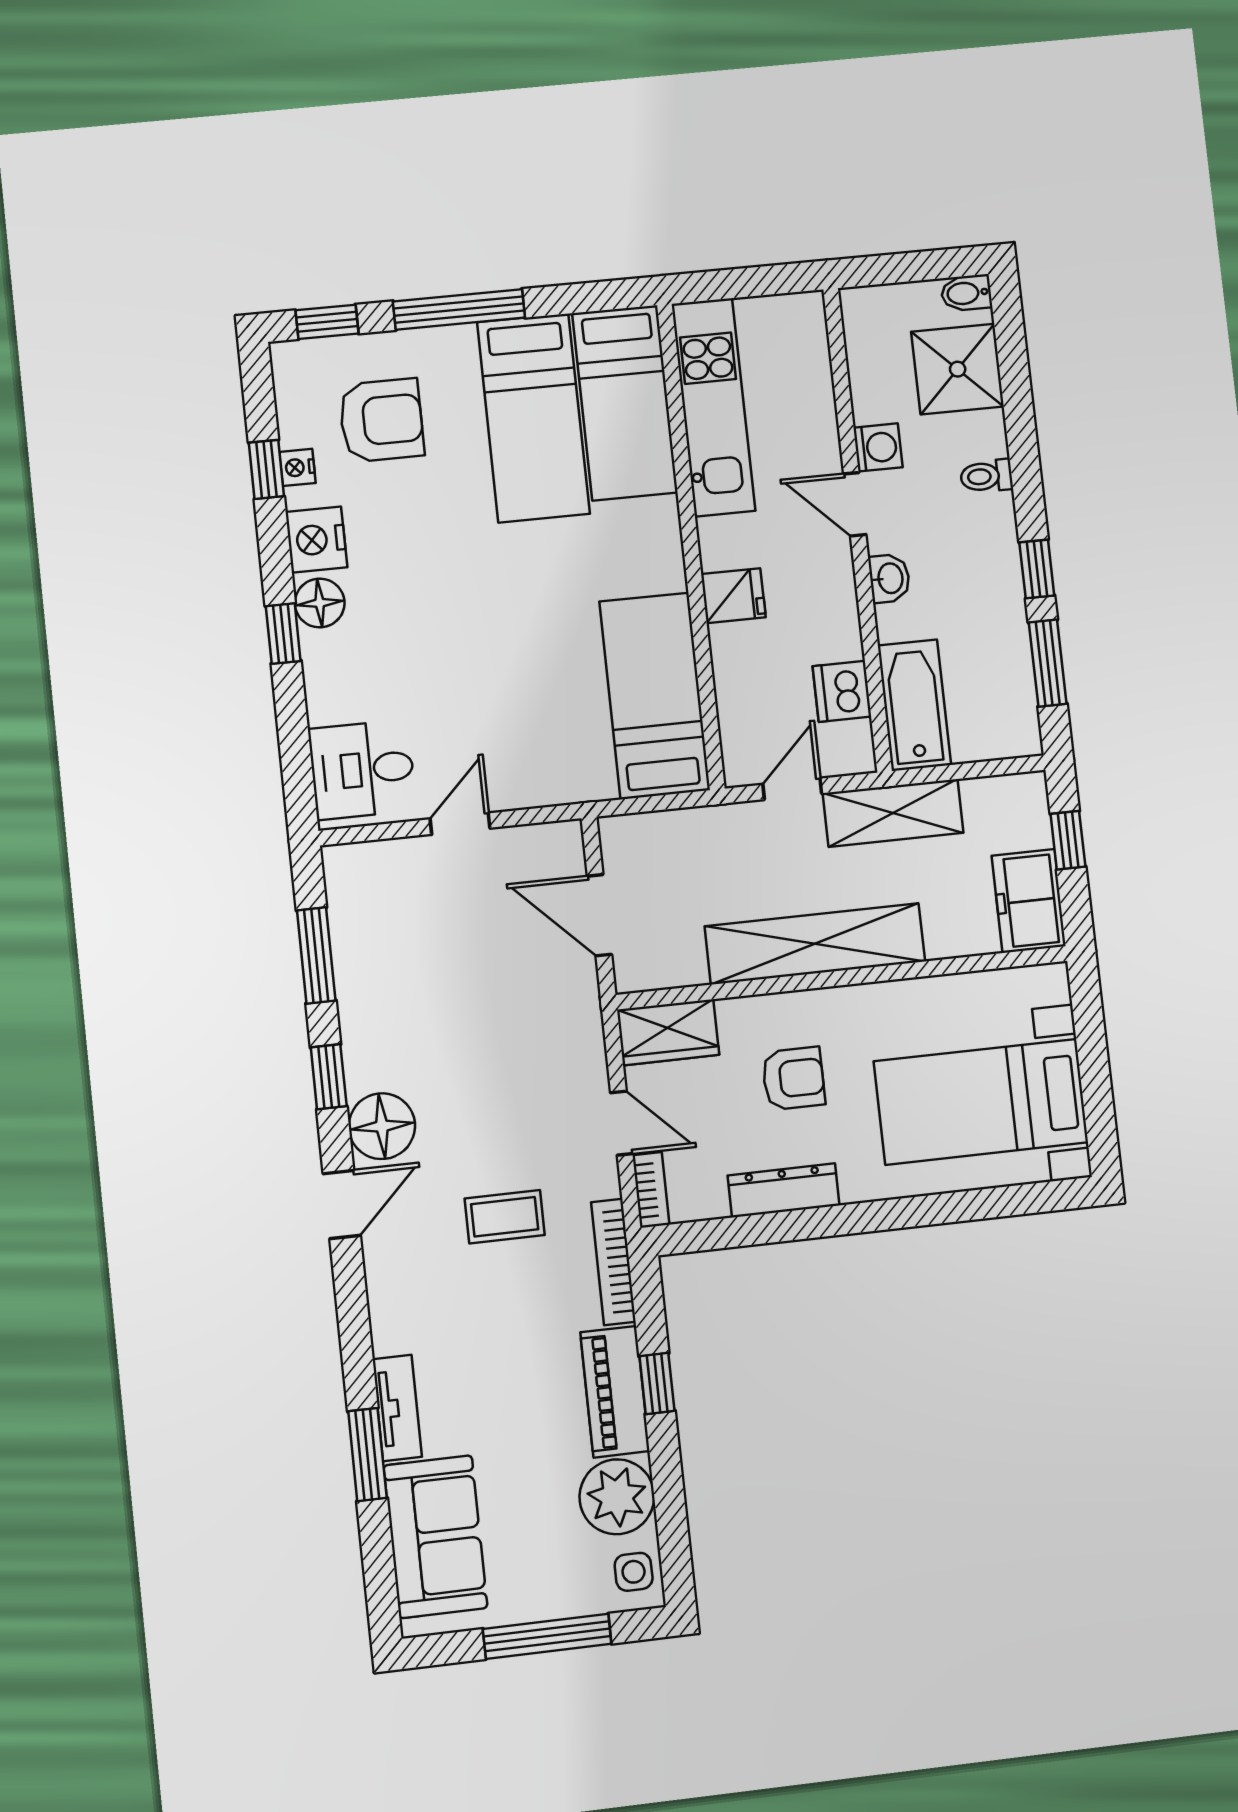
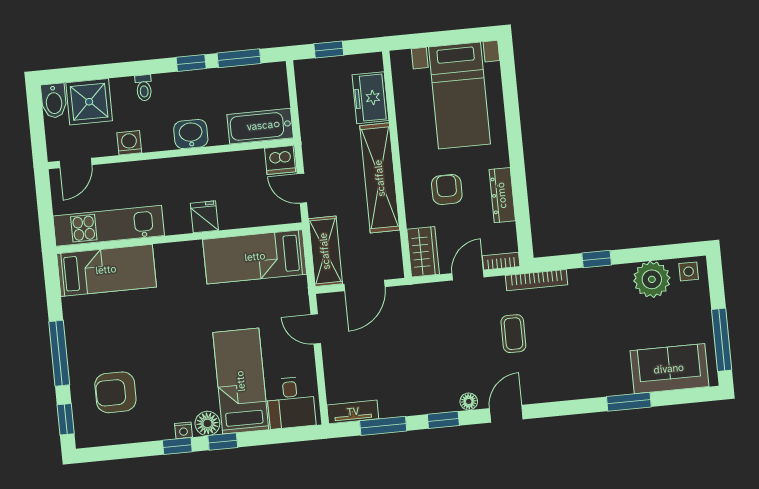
bidet: (966, 293) -> (54, 101), width x1.38, depth x1.36
bed: (533, 418) -> (241, 381), moved, turned -90
armchair: (381, 420) -> (115, 392), turned -90
nightstand: (297, 467) -> (139, 434), removed
window: (266, 469) -> (177, 446), moved
door: (855, 504) -> (76, 163), moved
nightstand: (316, 540) -> (183, 430), width x0.53, depth x0.56
washbasin: (889, 578) -> (191, 134), width x1.38, depth x1.45
dishwasher: (842, 691) -> (280, 160), moved
shelving: (893, 813) -> (325, 251), moved
door: (460, 824) -> (316, 329), moved
freezer: (1029, 901) -> (371, 98), moved, turned 90
floor lamp: (382, 1126) -> (469, 401), width x0.53, depth x0.53
door: (342, 1204) -> (506, 414), hinge flipped
piano: (615, 1392) -> (600, 280), removed
tv unit: (397, 1408) -> (353, 412), moved
window: (547, 1636) -> (722, 340), moved

